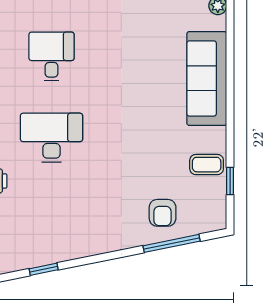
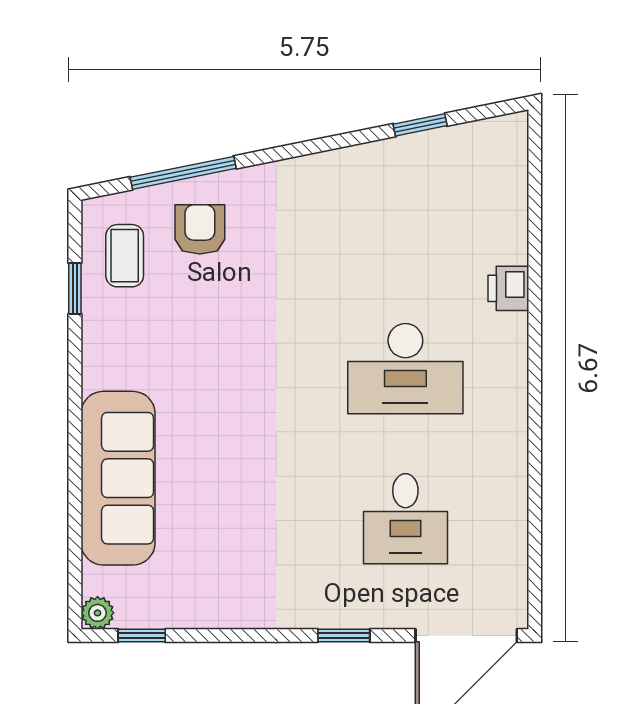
coffee table: (207, 165) -> (125, 256), moved, turned 90

